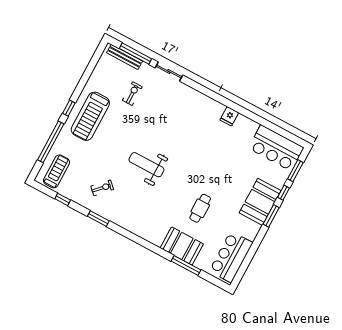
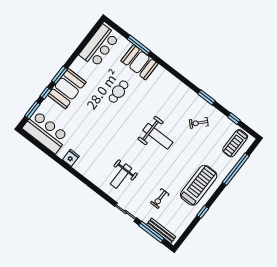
window: (69, 108) -> (203, 212), moved
weight bench: (181, 112) -> (121, 176), added
fridge: (229, 116) -> (71, 158), moved

